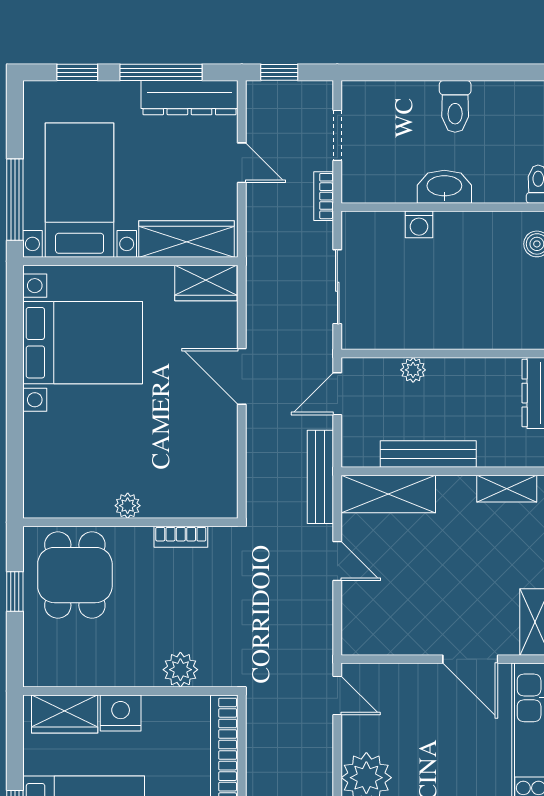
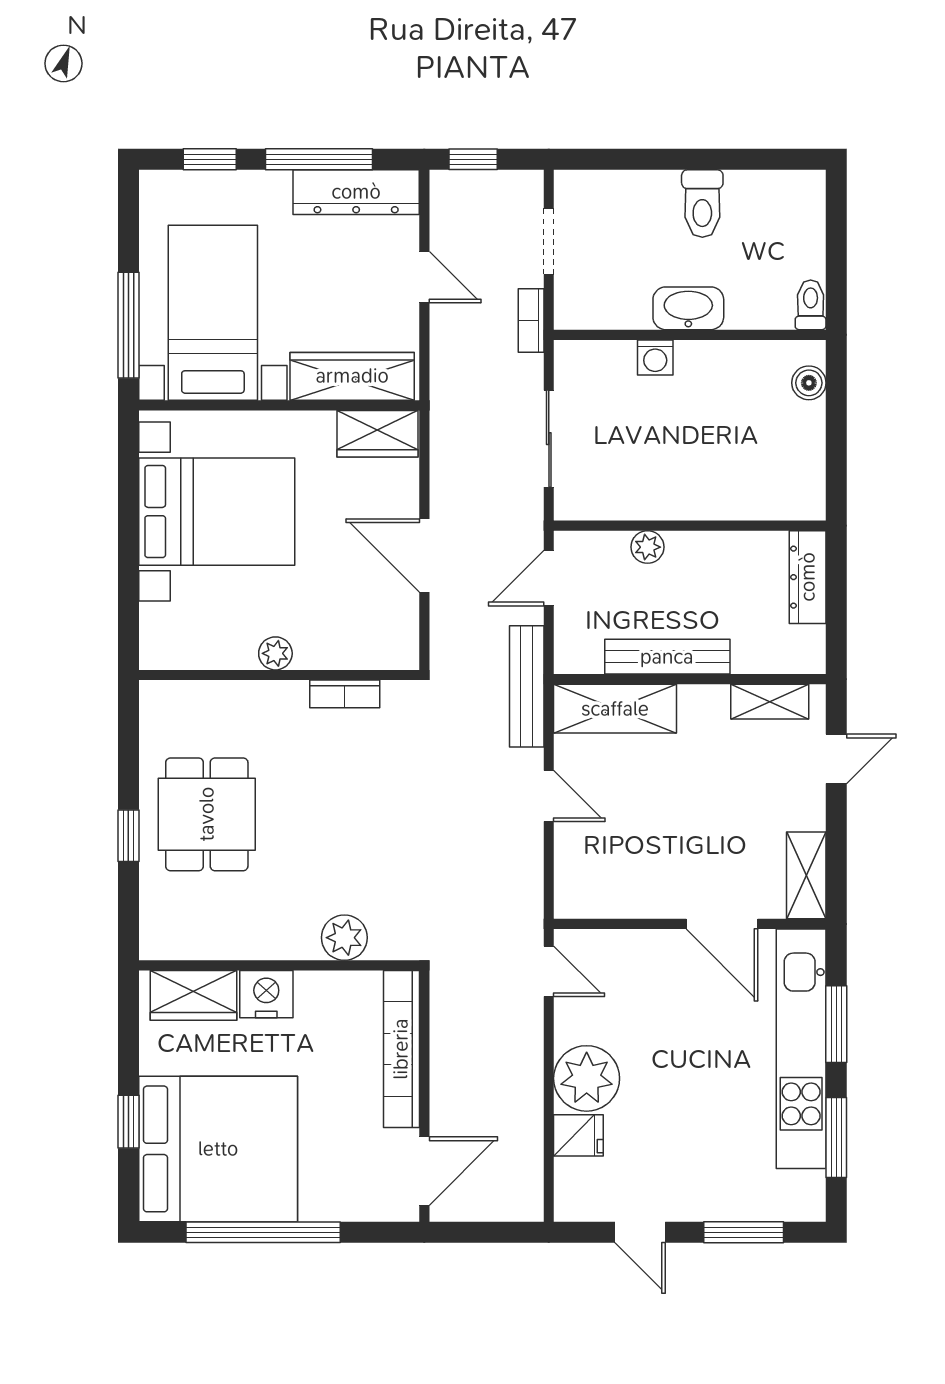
plant: (128, 506) -> (275, 653), moved
wall: (130, 522) -> (279, 675), moved
bookcase: (181, 537) -> (345, 694), moved

